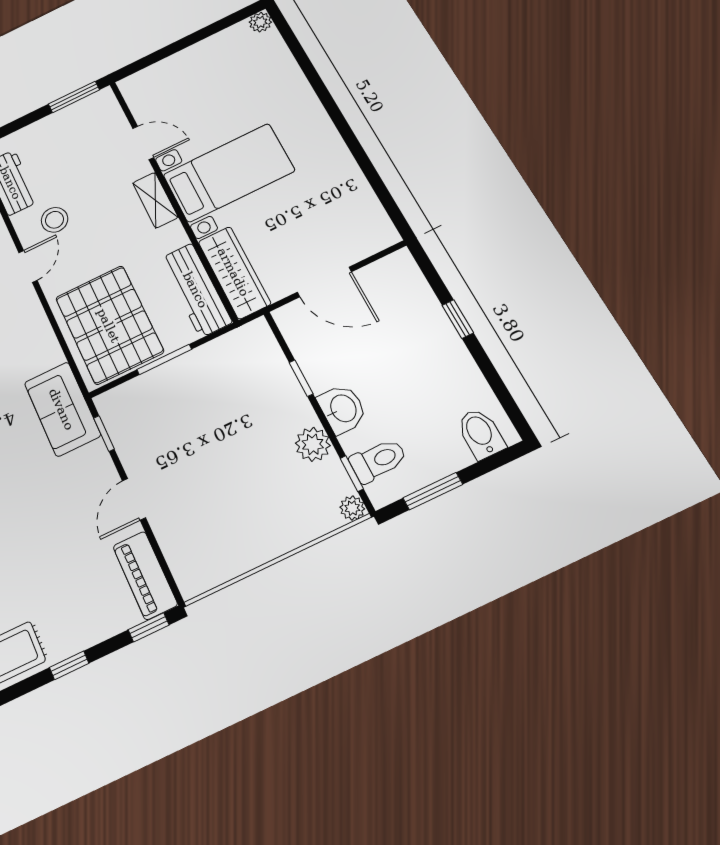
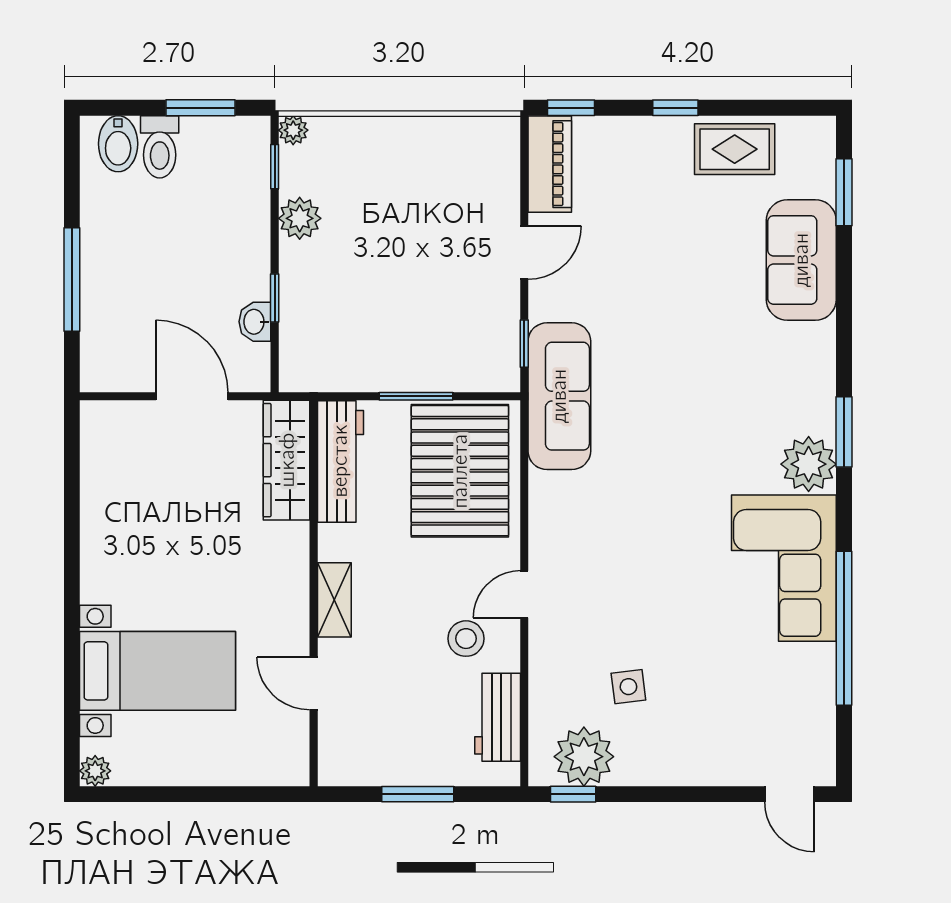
window: (74, 97) -> (418, 794), moved
bed with nightstands: (229, 173) -> (157, 671), moved, turned 180
window: (458, 319) -> (72, 280), width x2.17
sofa: (62, 409) -> (559, 396), width x1.36
washbasin: (342, 409) -> (255, 322), moved, width x0.72, depth x0.69
toilet: (378, 460) -> (160, 147), moved, turned -90

